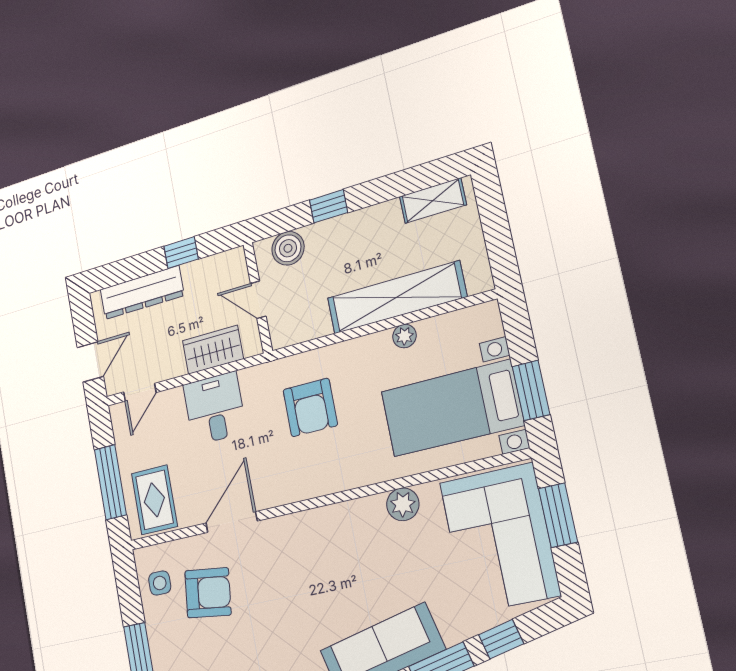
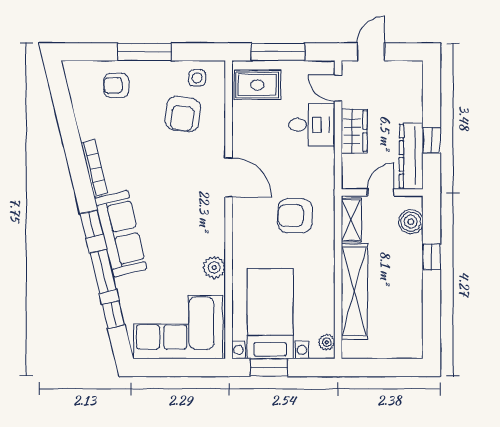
shelving: (433, 201) -> (351, 220), moved
dresser: (142, 293) -> (411, 156), moved
plant: (404, 336) -> (327, 342), moved
wardrobe: (213, 350) -> (354, 131), moved
door: (90, 362) -> (371, 52), swing flipped
desk: (215, 408) -> (312, 125), moved
window: (558, 515) -> (185, 367), removed
door: (231, 522) -> (229, 177), moved

